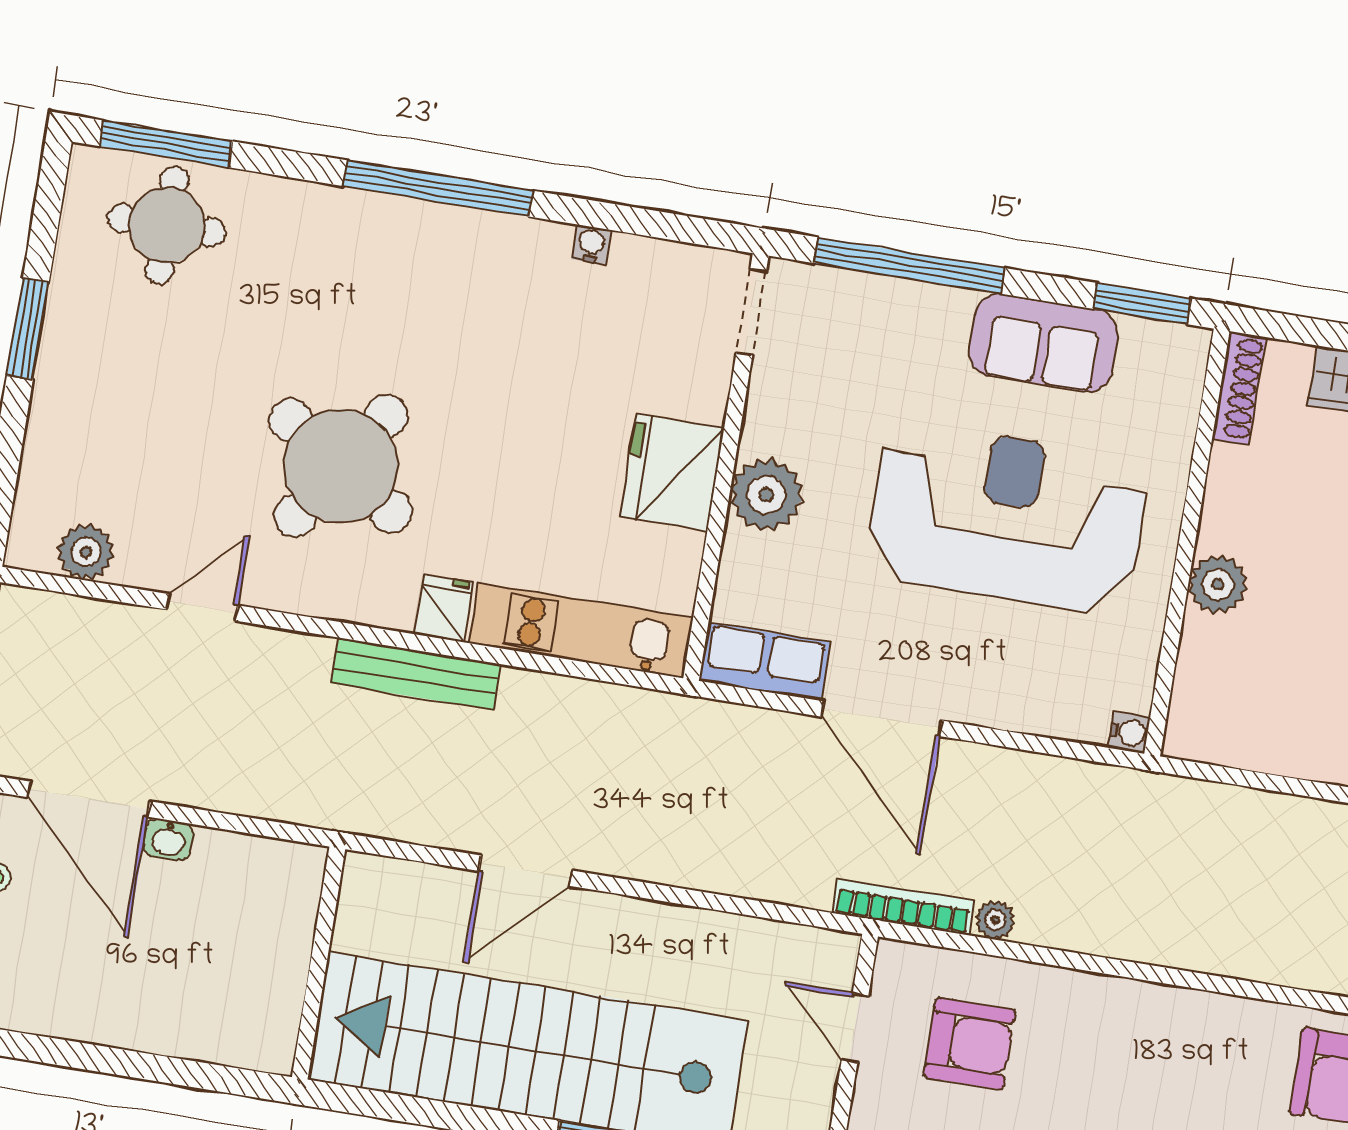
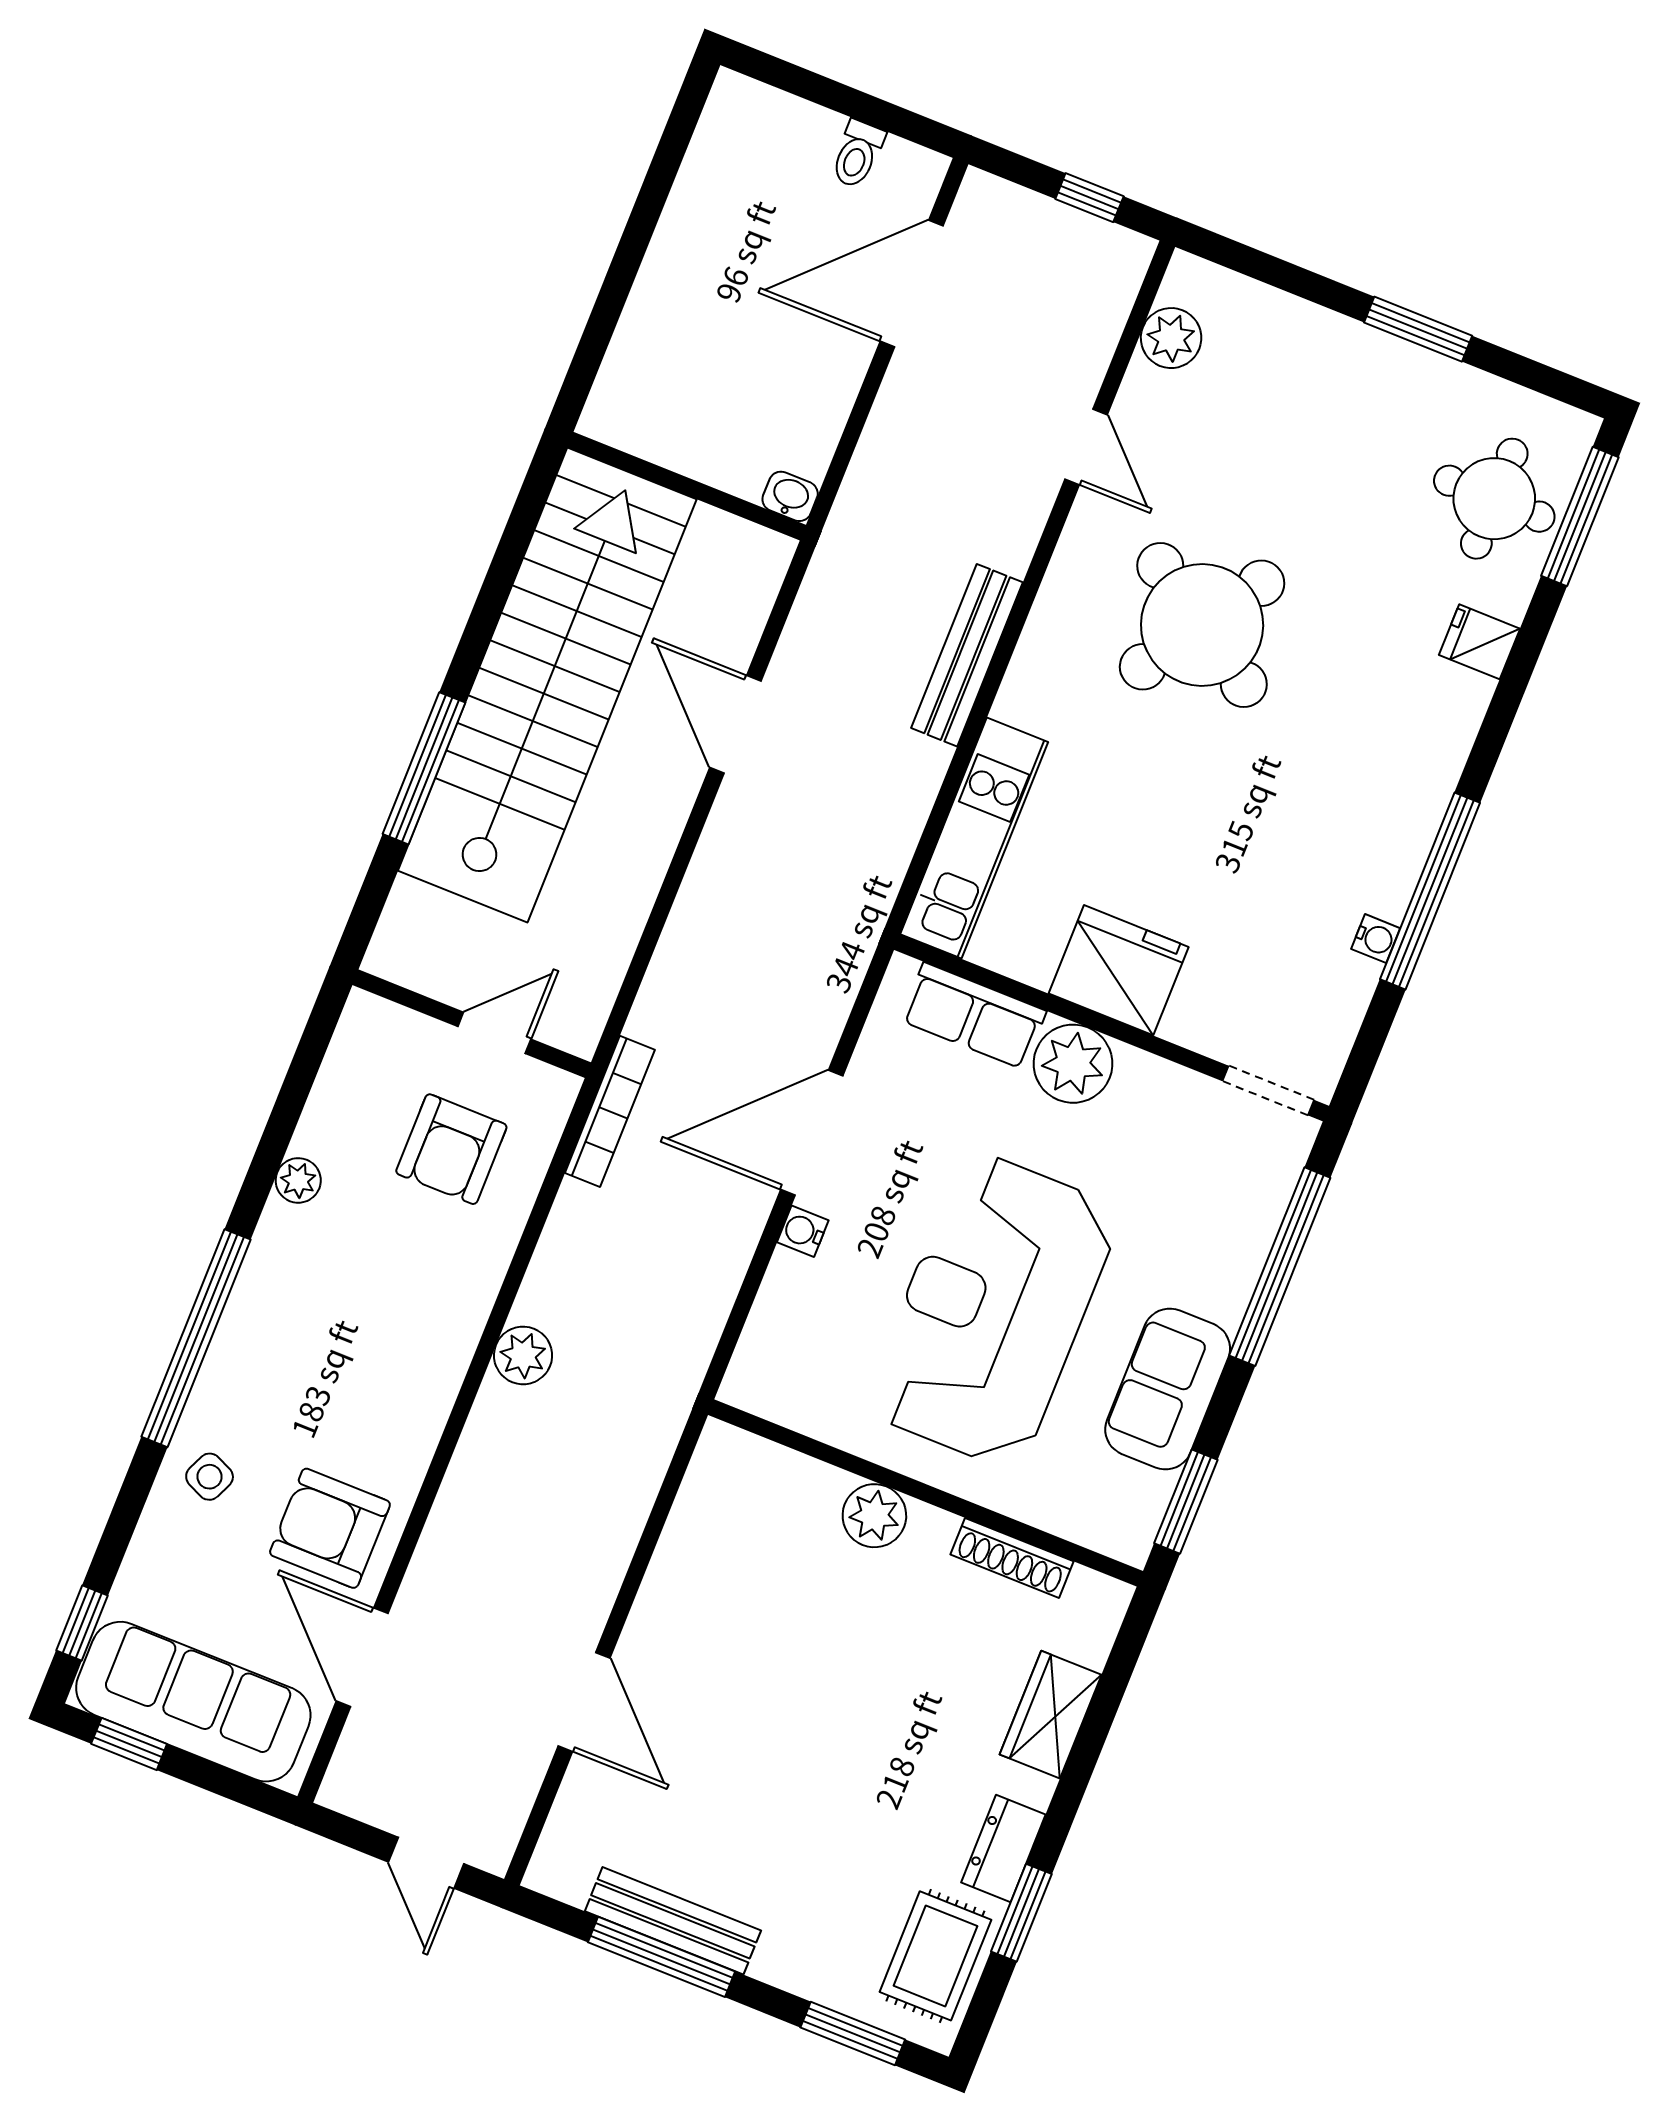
window: (438, 188) -> (1430, 891), moved
shoe rack: (1239, 388) -> (1012, 1558), moved
reception desk: (1007, 518) -> (993, 1310), turned 180
fridge: (444, 608) -> (1479, 642), moved, turned 180
row of seats: (765, 662) -> (974, 1016), moved, turned 90
water cooler: (1129, 733) -> (803, 1231), moved, turned 90
washbasin: (168, 840) -> (790, 496), moved, turned 90
plant: (995, 920) -> (523, 1355), moved, width x1.38, depth x1.38

